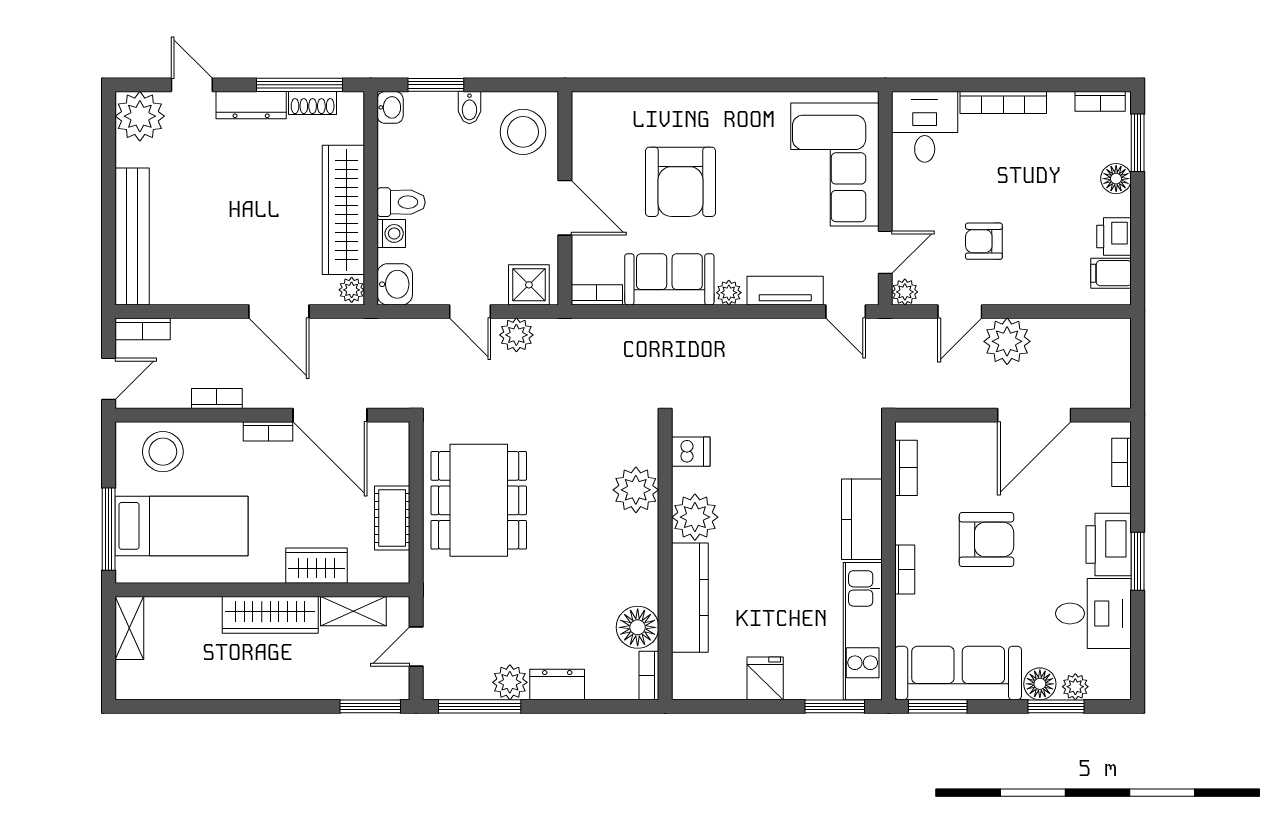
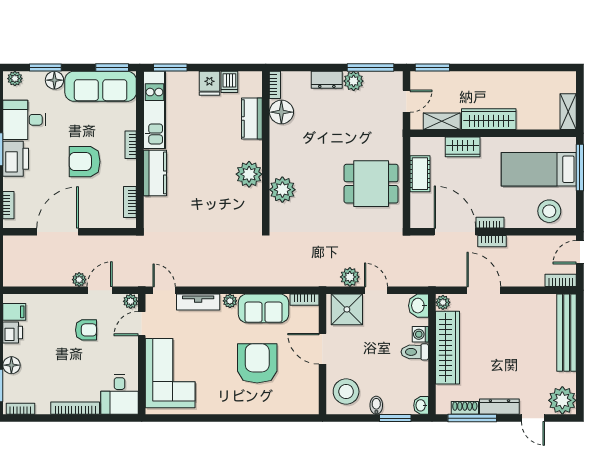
shower: (529, 285) -> (347, 309), width x1.36, depth x1.36
plant: (1007, 341) -> (79, 280), width x0.53, depth x0.53
bookcase: (217, 398) -> (492, 241), moved
dishwasher: (691, 452) -> (229, 82), moved, turned -90
dining table: (479, 500) -> (371, 184), width x0.73
kitchen counter: (690, 598) -> (252, 118), width x0.67
plant: (1075, 687) -> (15, 79), moved

